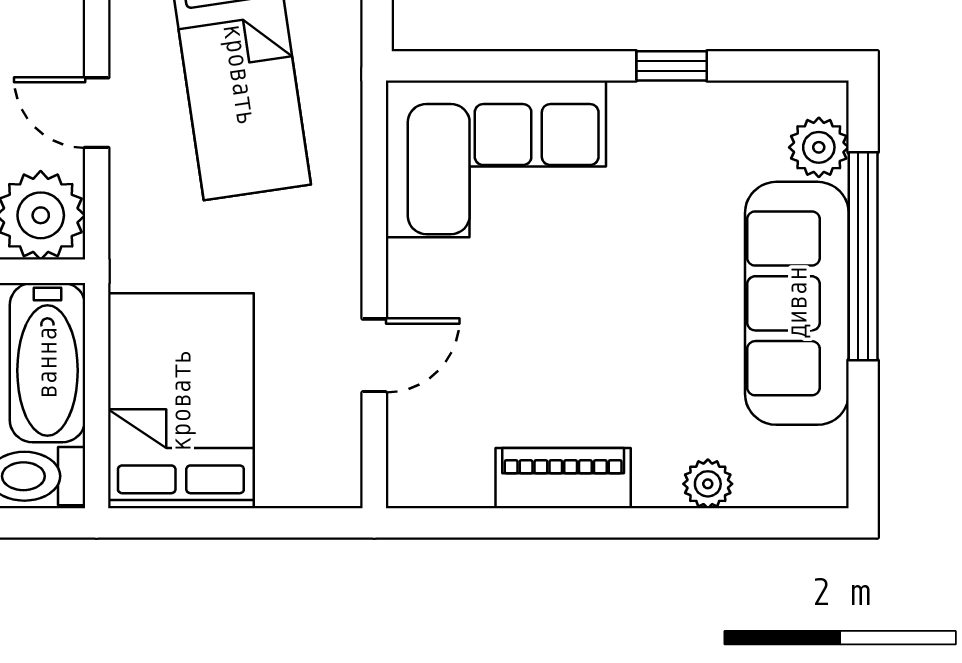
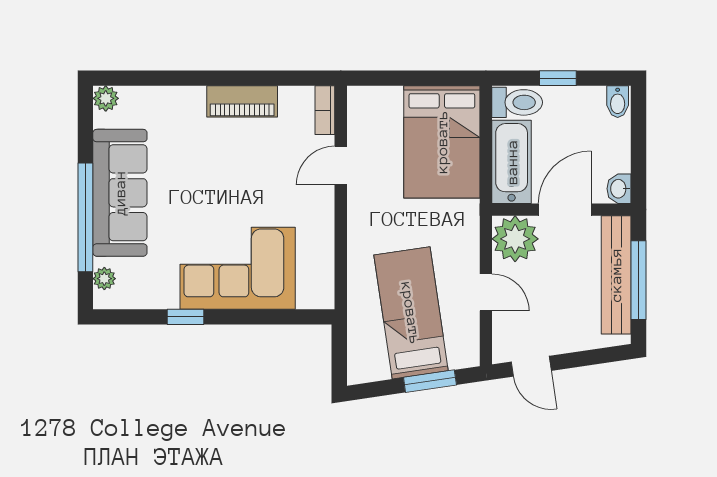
plant: (819, 147) -> (104, 279), width x0.73, depth x0.73
corner sofa: (496, 159) -> (238, 268), moved
bookcase: (405, 461) -> (325, 110), added
plant: (708, 484) -> (106, 98), moved

